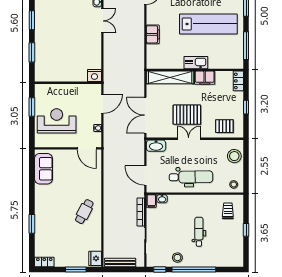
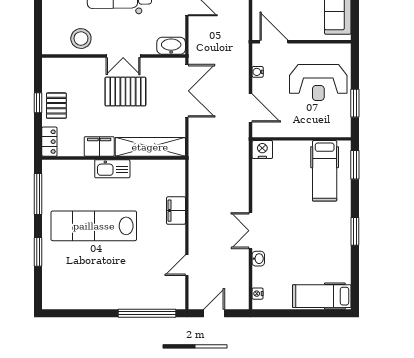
window: (32, 52) -> (355, 165), moved
hospital bed: (52, 61) -> (325, 171), added
door: (102, 104) -> (251, 108), swing flipped
pallet: (224, 126) -> (56, 106), moved, turned 90
stool: (234, 156) -> (81, 39), moved

